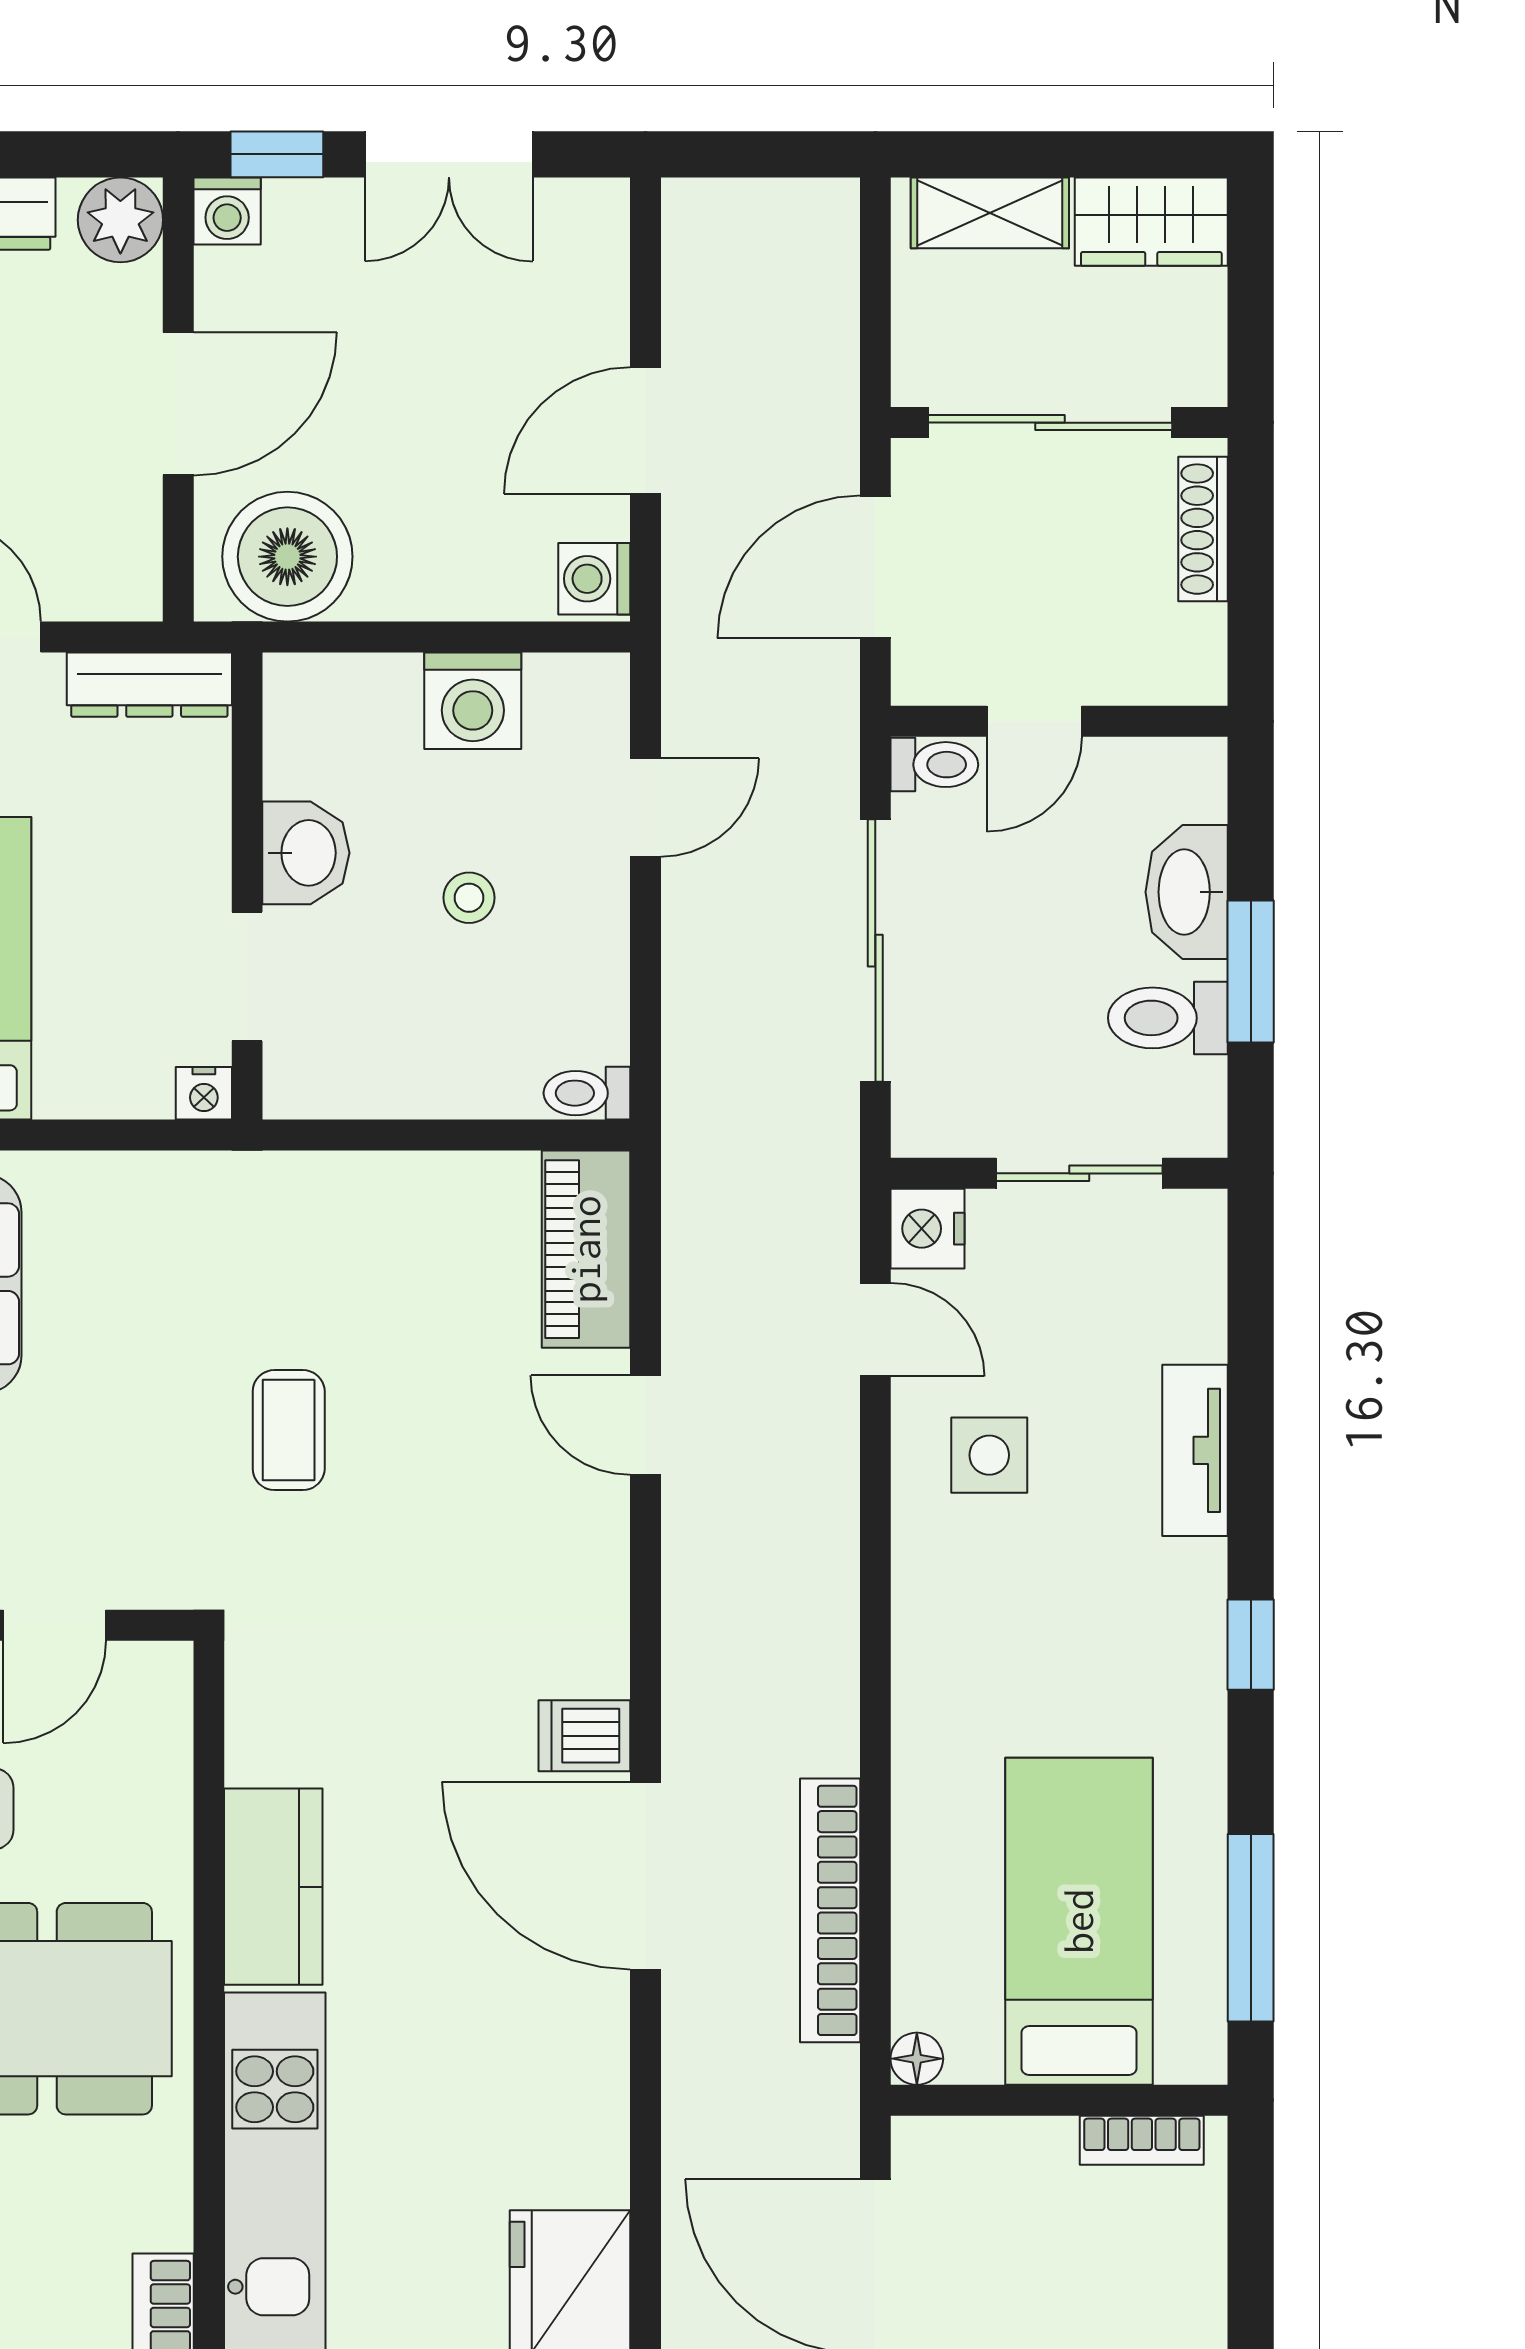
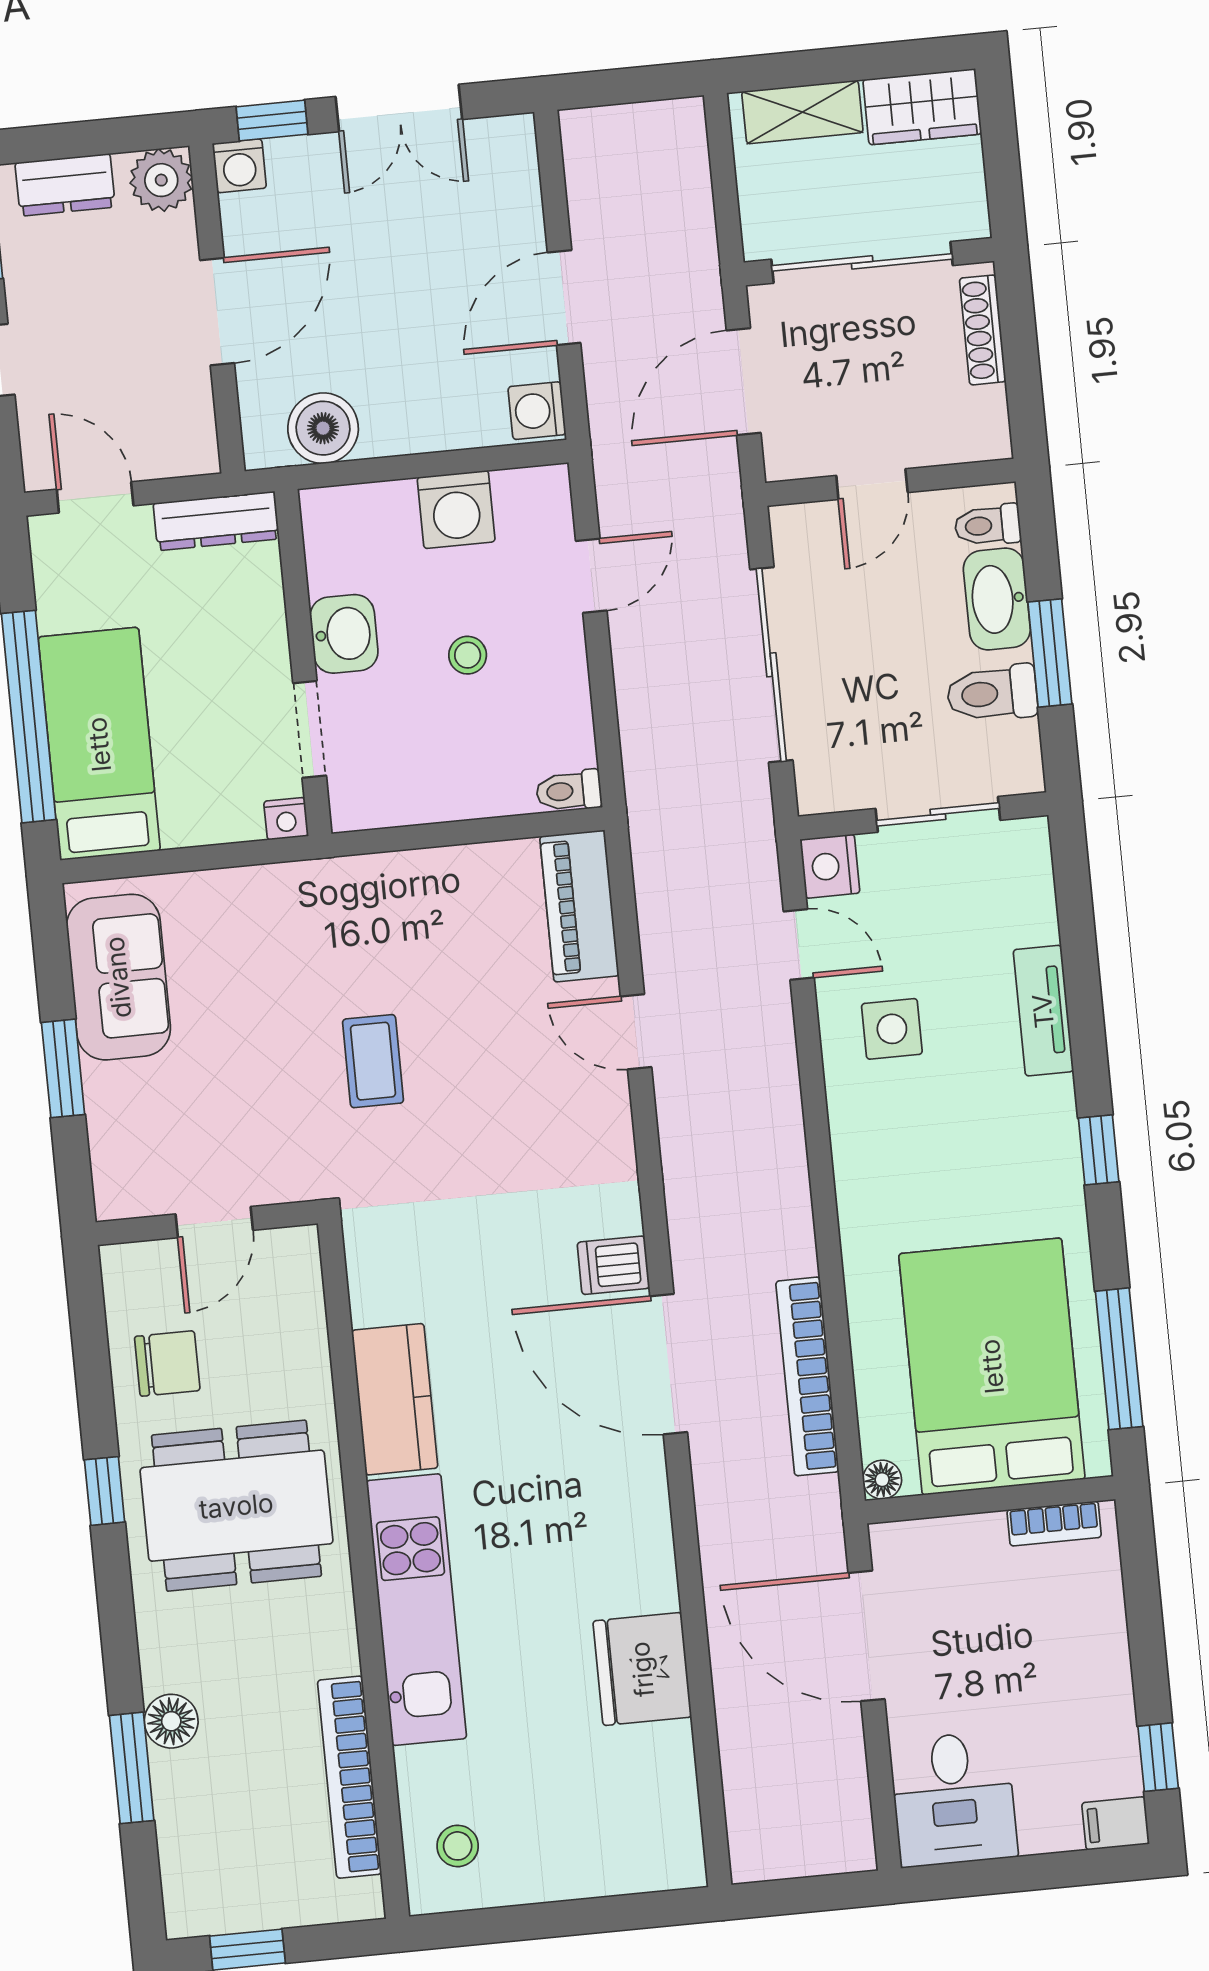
boiler: (287, 557) -> (323, 428), width x0.73, depth x0.73
toilet: (934, 765) -> (988, 525), moved, turned 180
bed: (1079, 1921) -> (992, 1366), width x1.50

